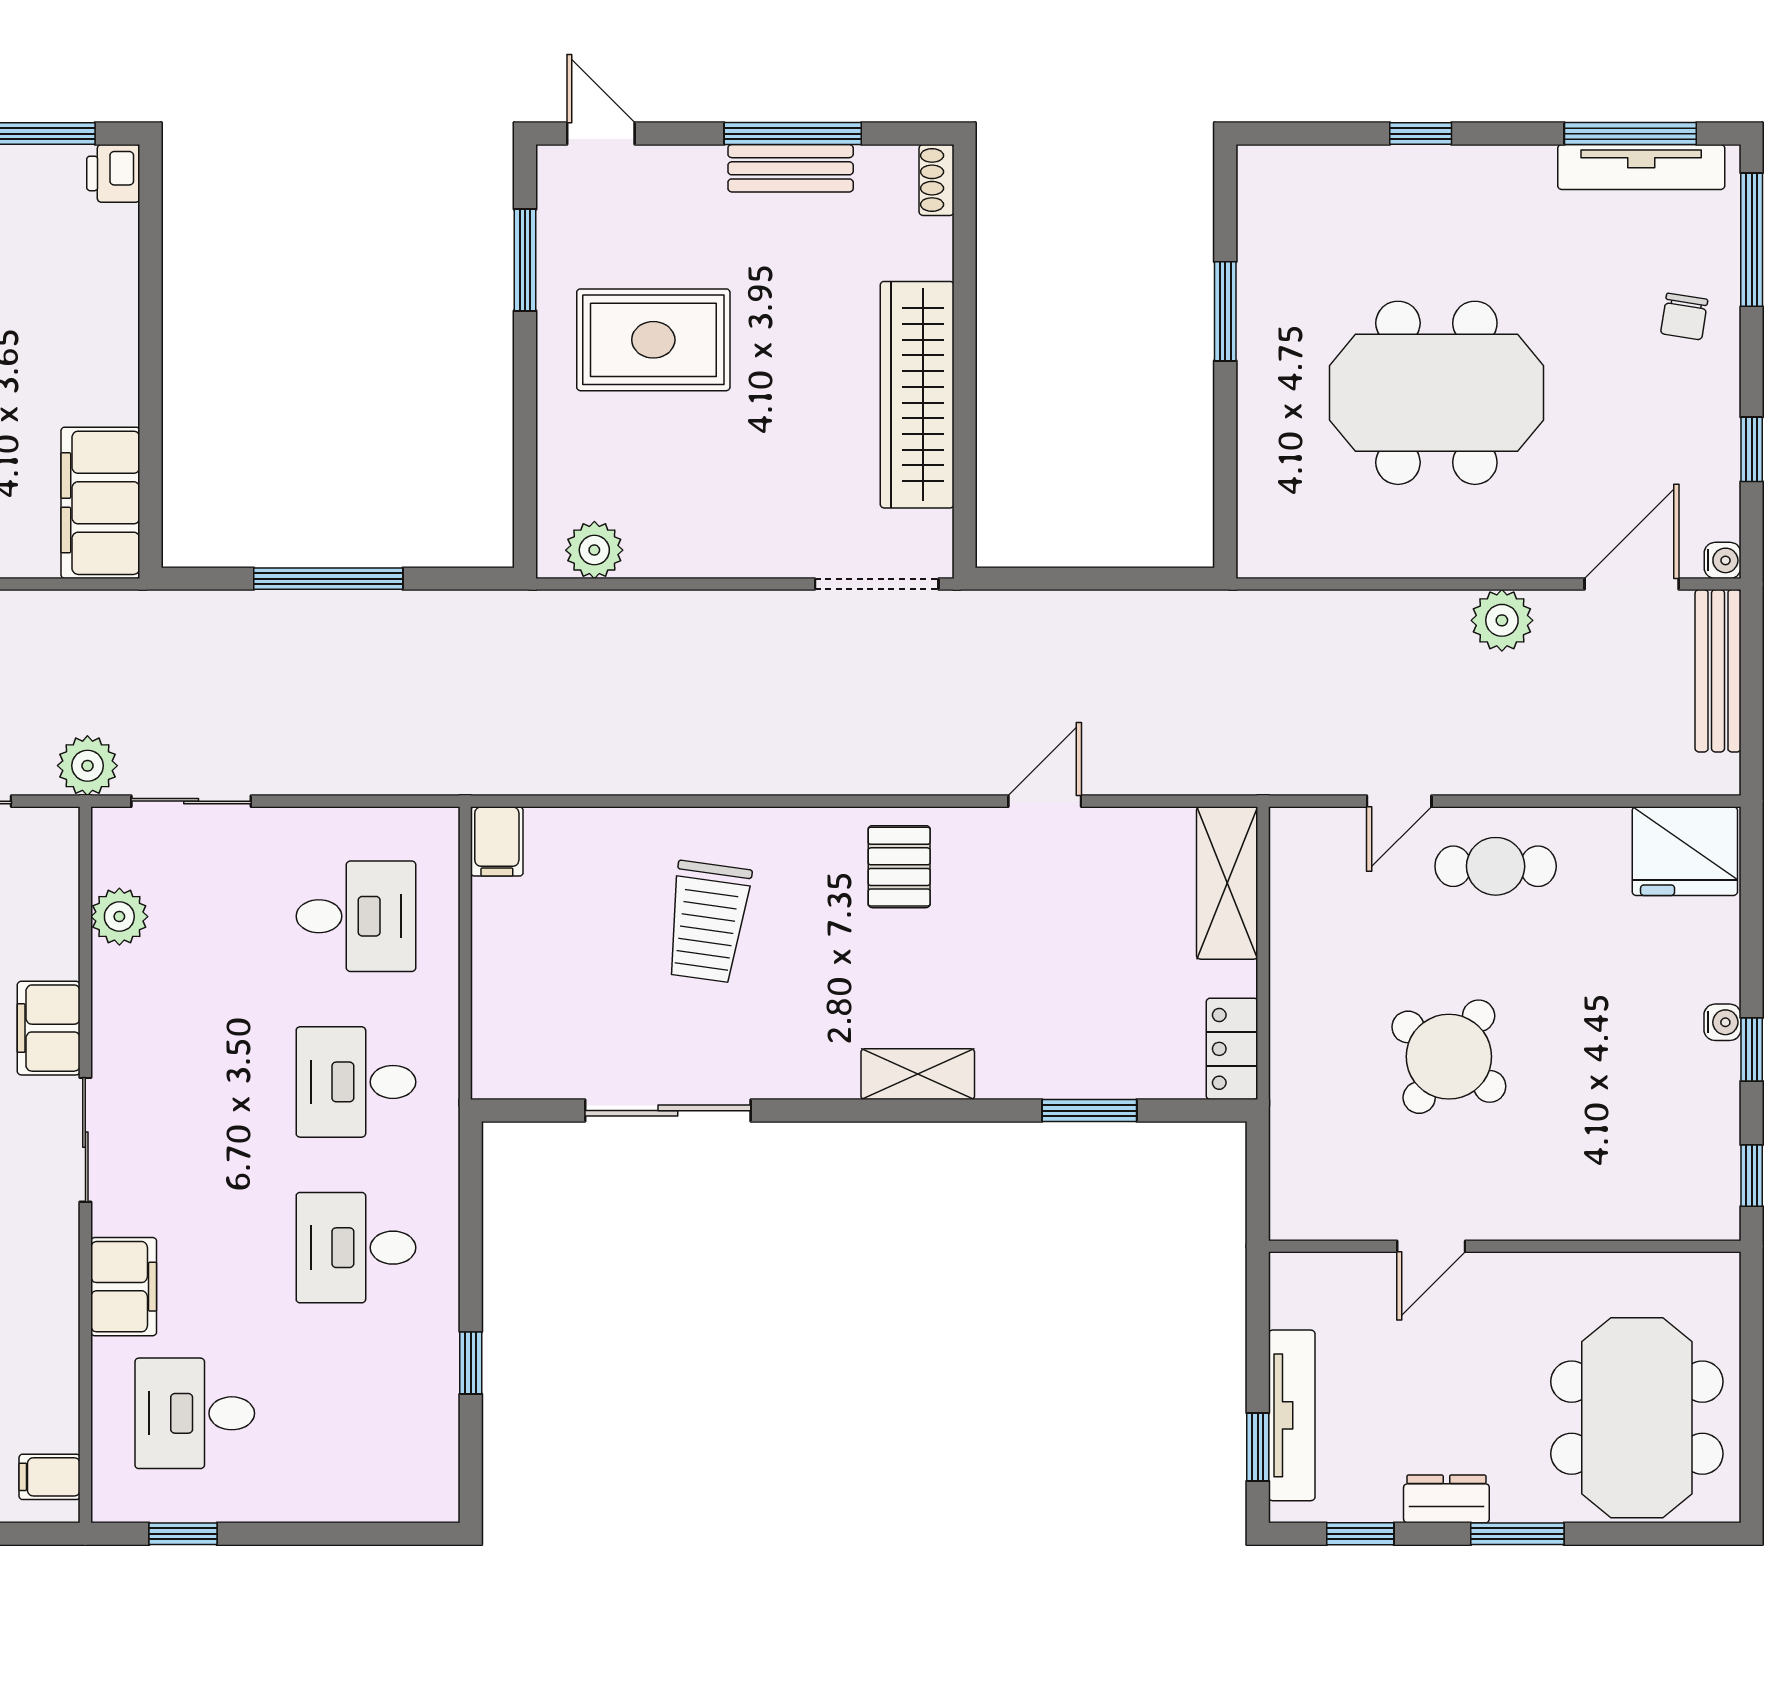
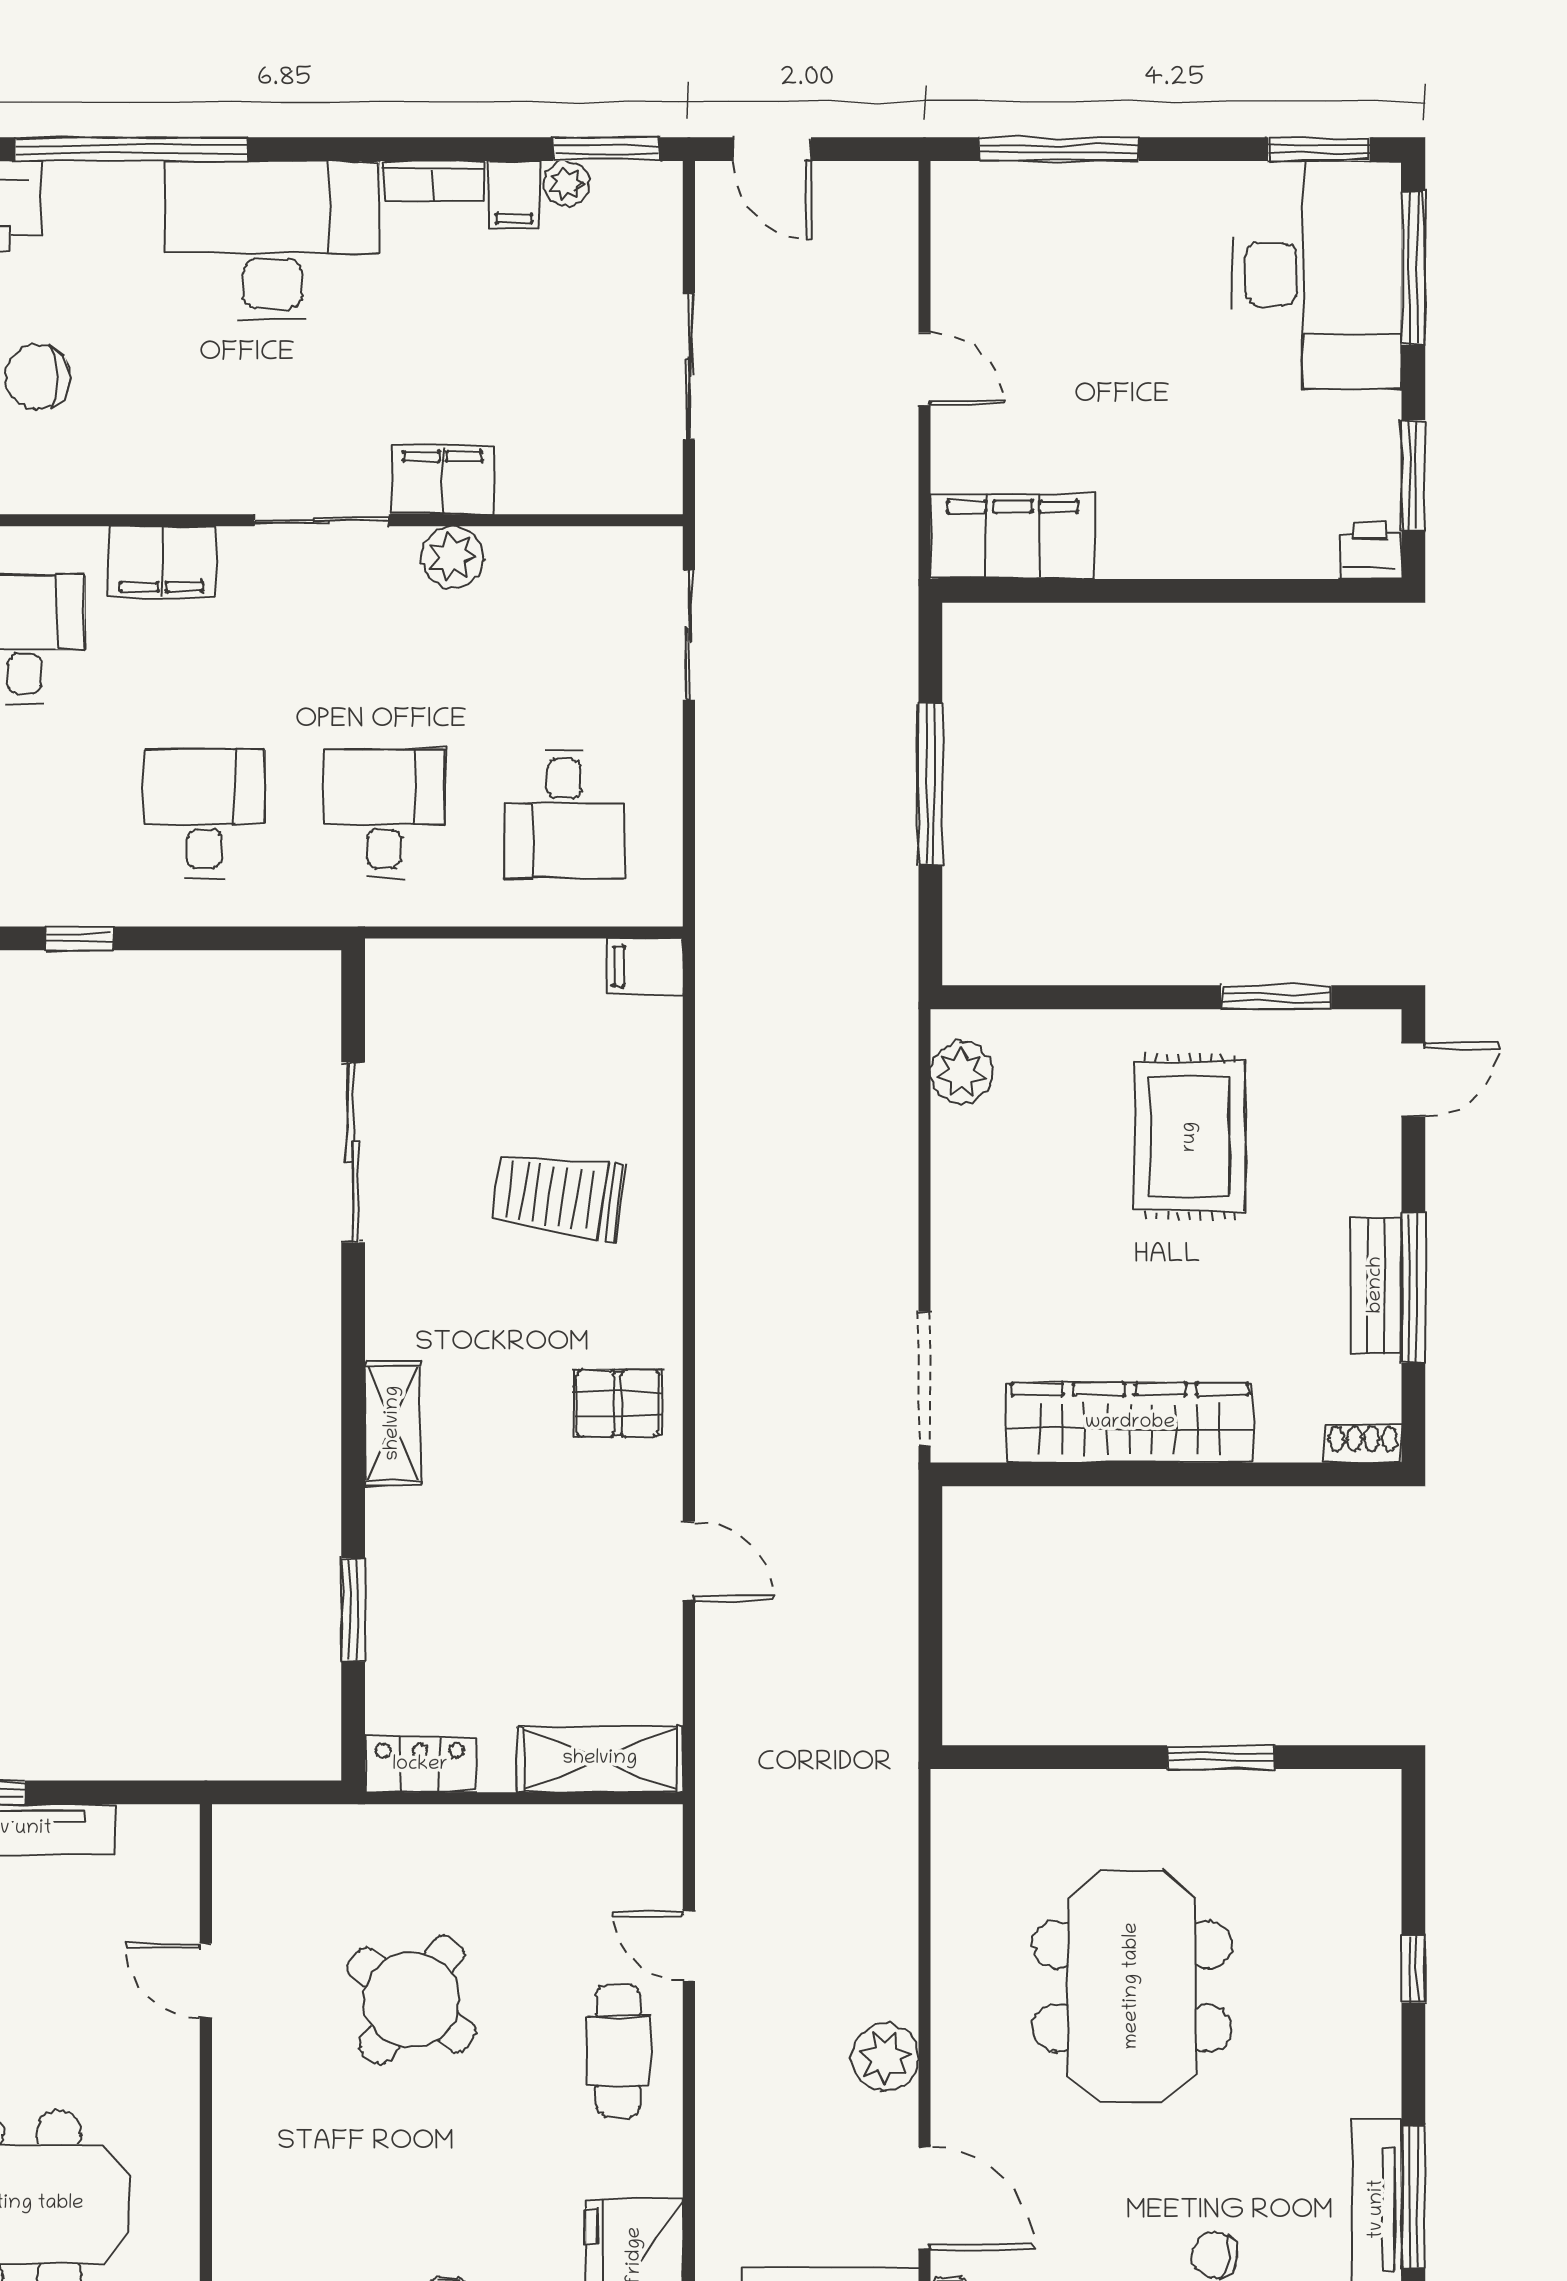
plant: (87, 766) -> (727, 522), removed
plant: (119, 917) -> (452, 557), moved

